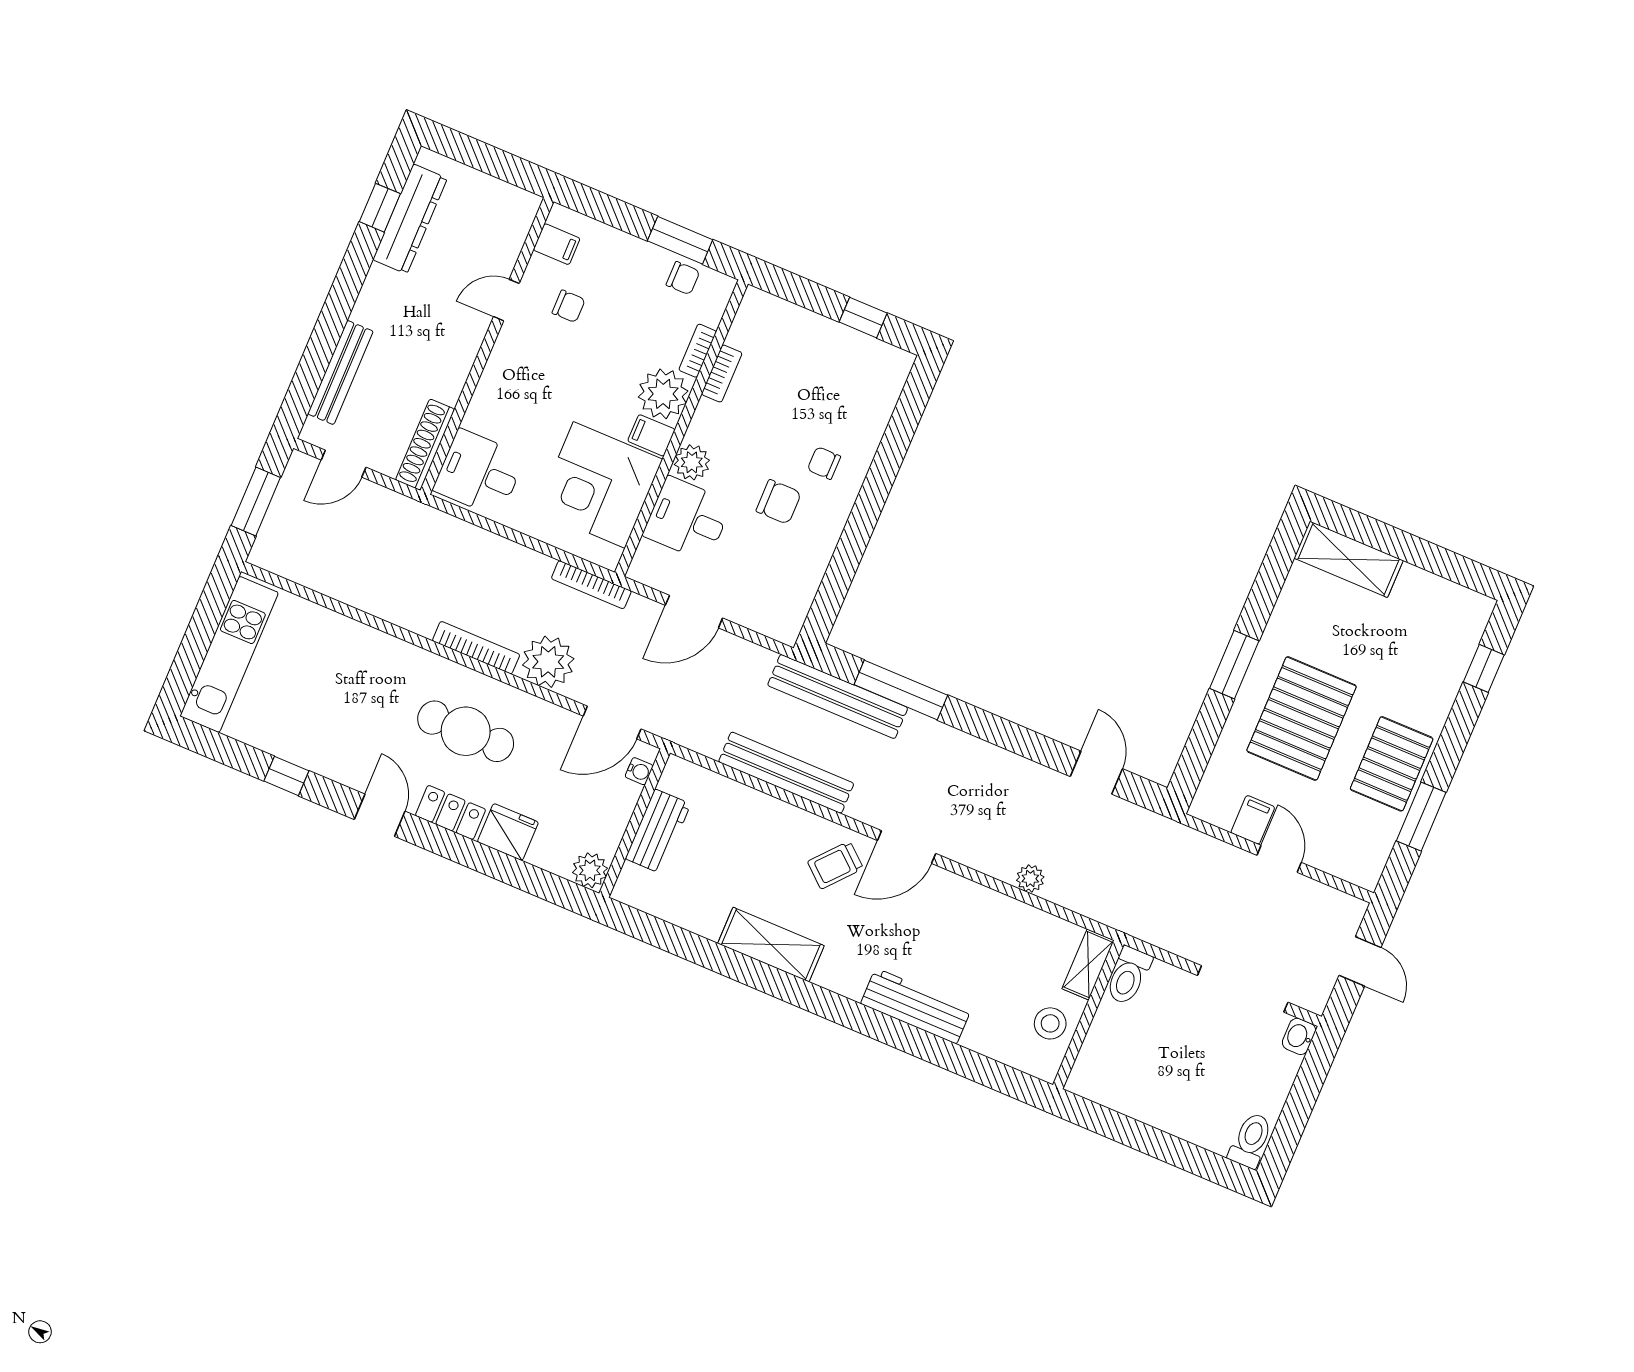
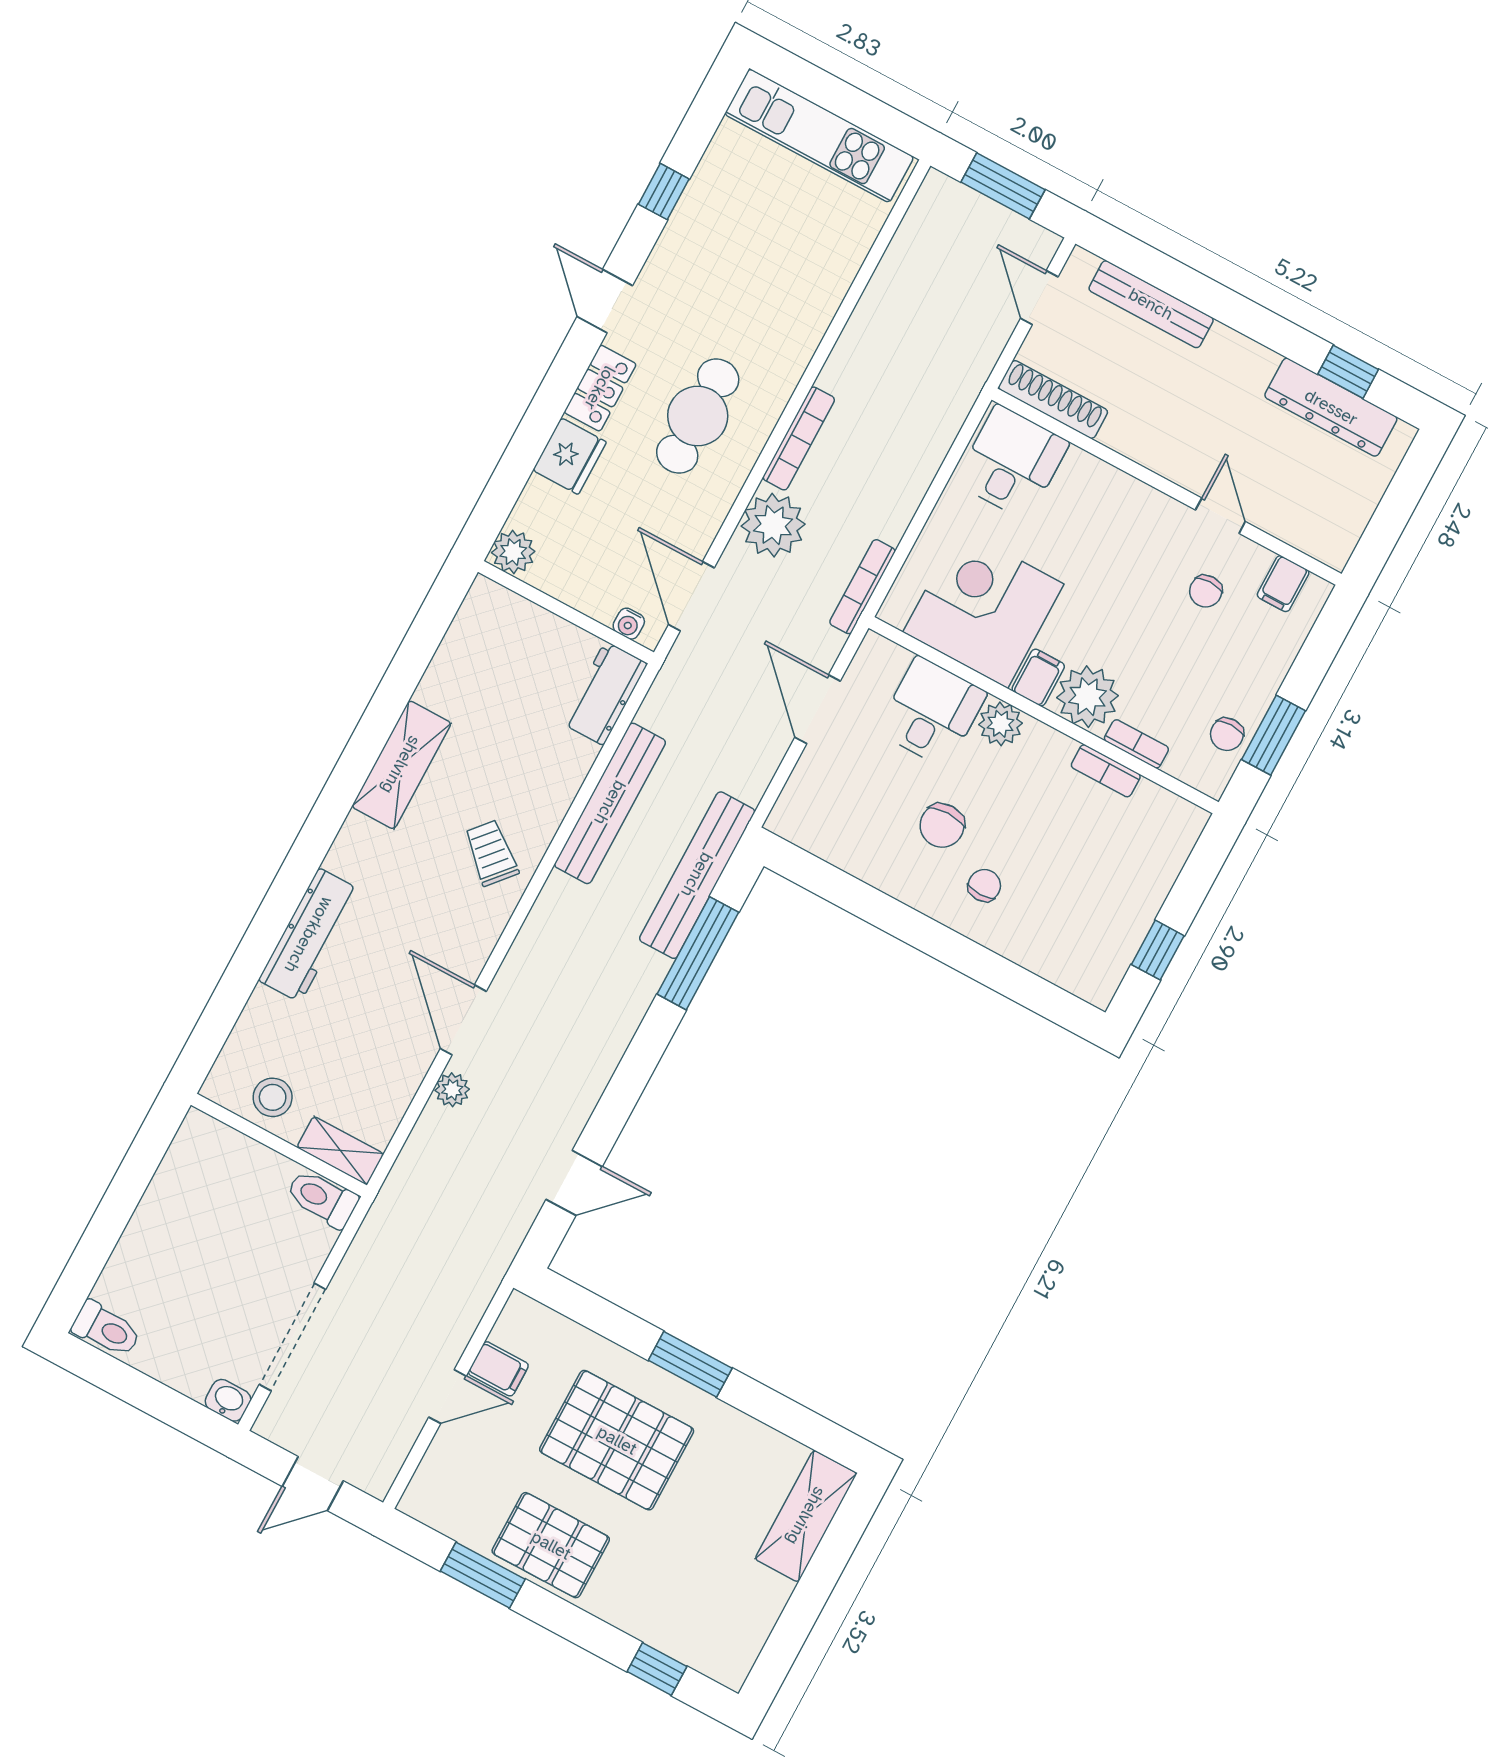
door: (380, 815) -> (605, 301), swing flipped
workbench: (658, 831) -> (604, 693), moved, turned 90
door: (907, 847) -> (463, 1020), moved

